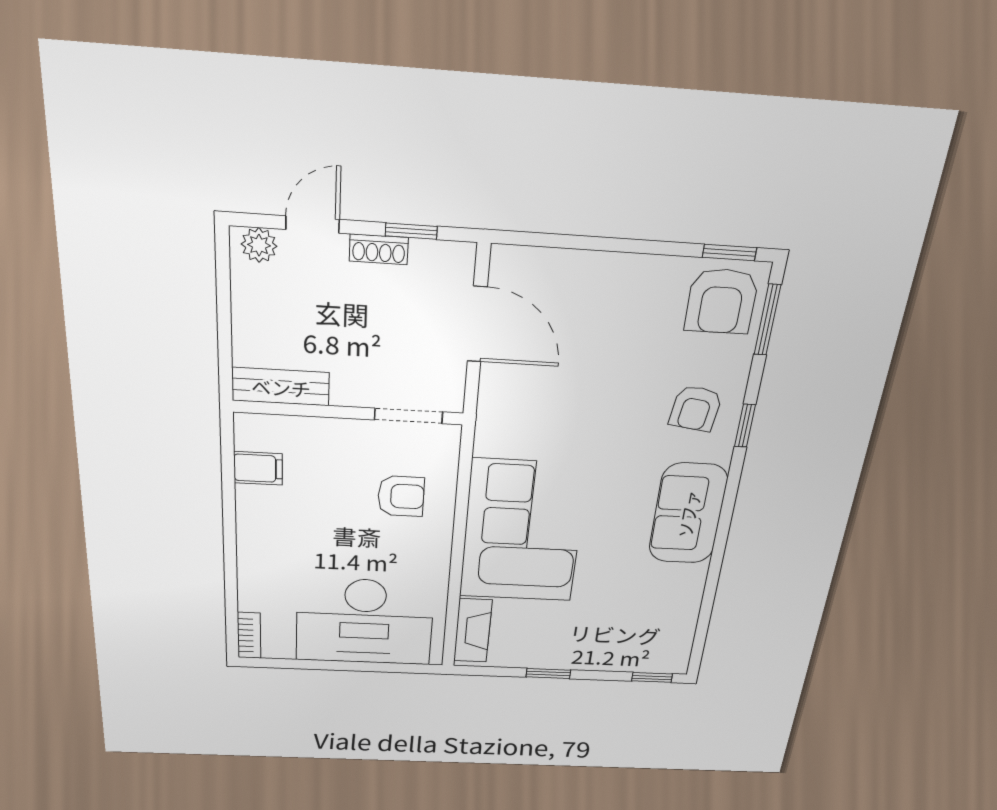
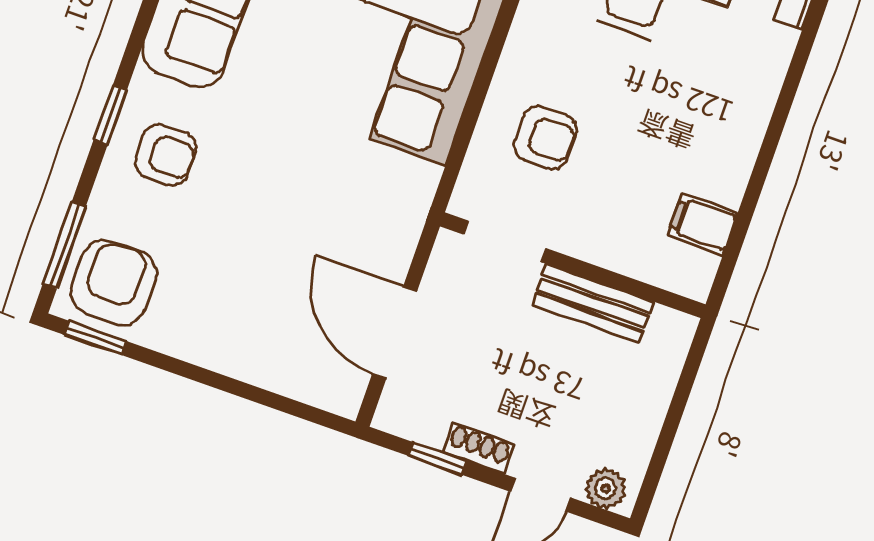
bench: (281, 387) -> (593, 303), moved
armchair: (696, 408) -> (166, 155), turned 82
armchair: (401, 496) -> (545, 137), turned 180

